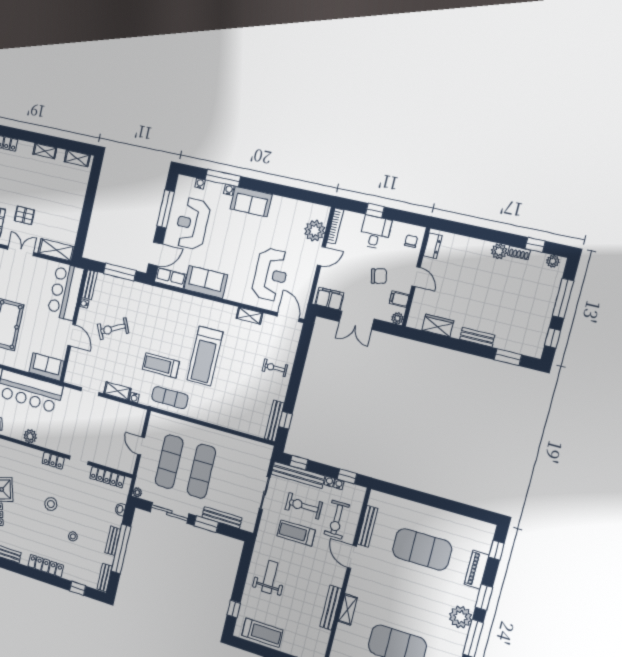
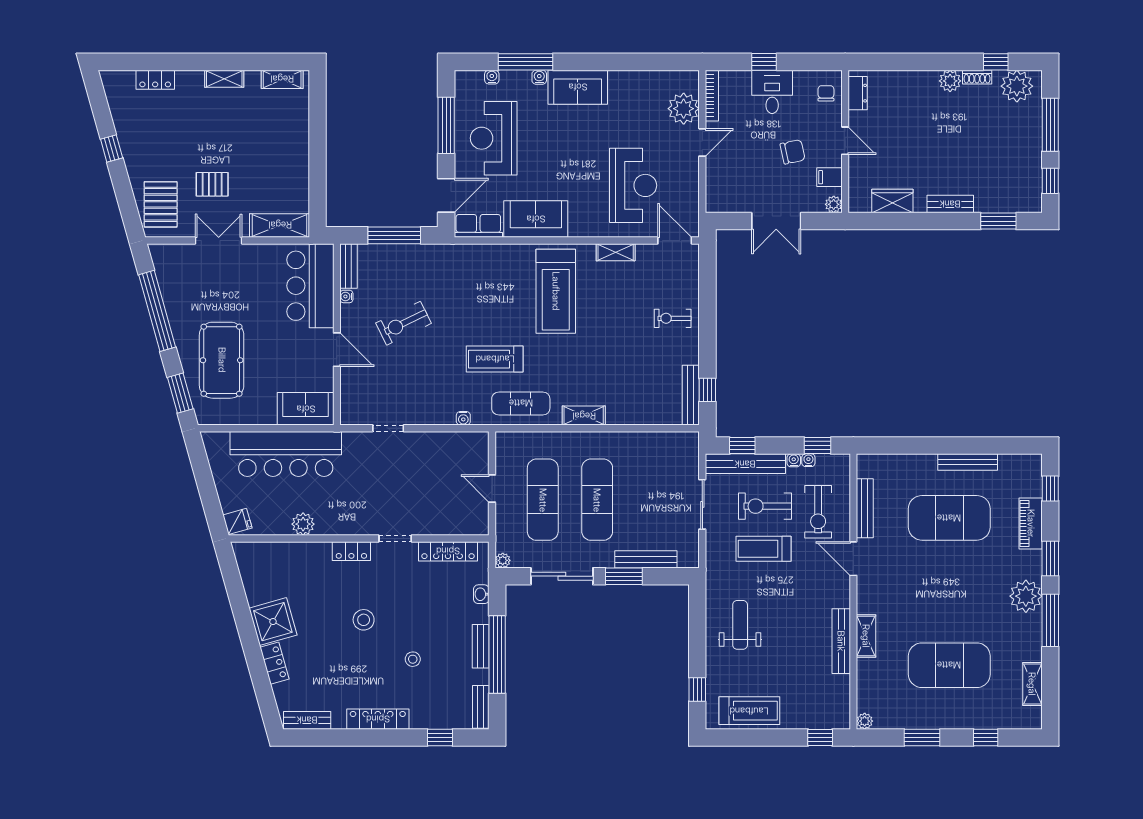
plant: (553, 261) -> (1017, 86), width x1.88, depth x1.88
filing cabinet: (329, 299) -> (729, 200), removed
treadmill: (205, 356) -> (556, 291), moved
shelving: (117, 391) -> (584, 416), moved
bench: (444, 516) -> (968, 462), added

